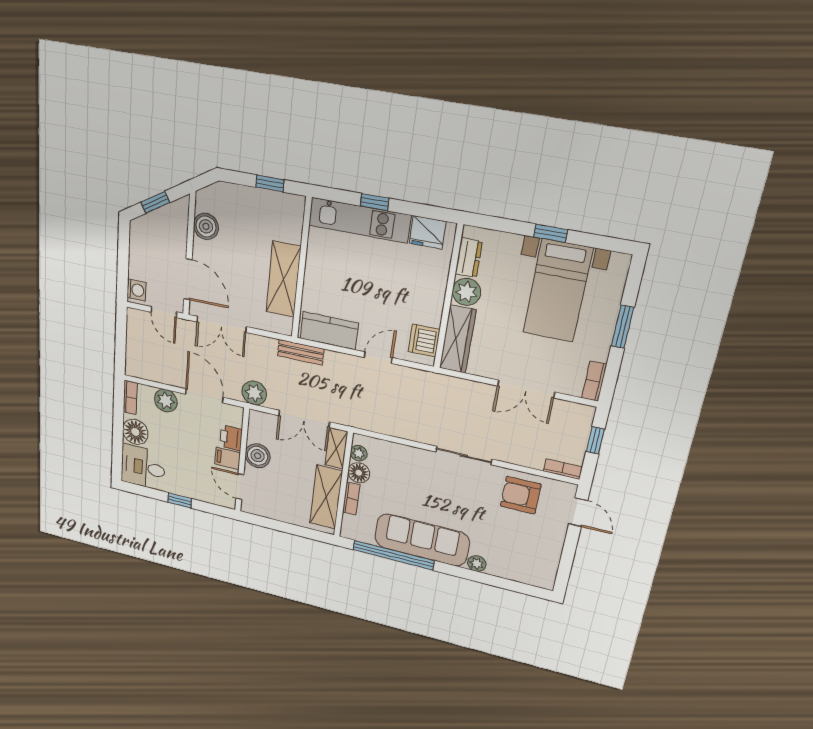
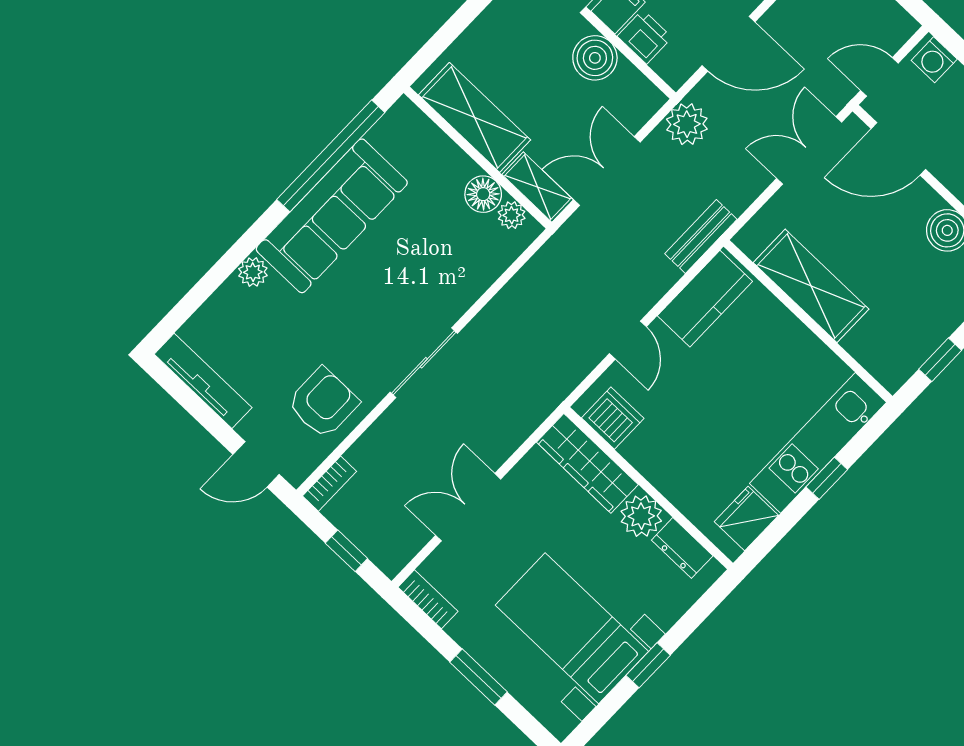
bookcase: (351, 498) -> (451, 155), removed
tv unit: (551, 561) -> (203, 381), added

